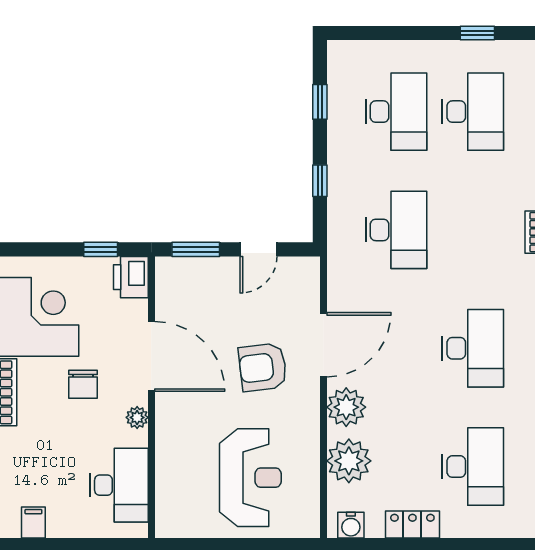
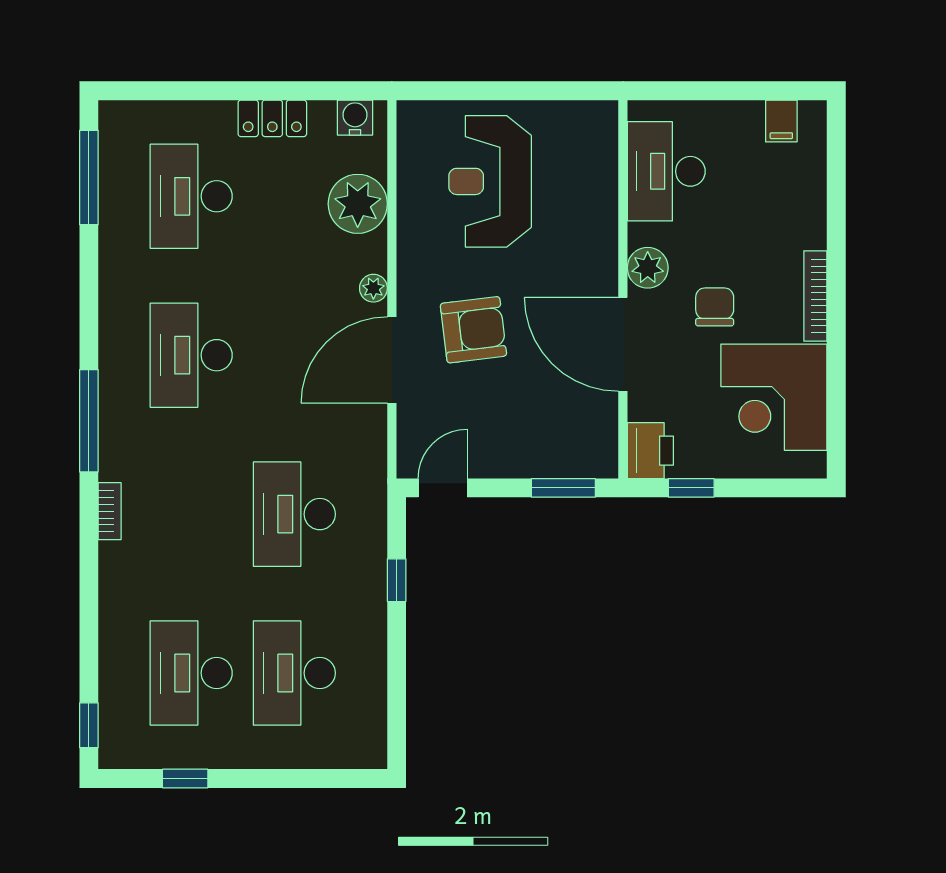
window: (320, 102) -> (397, 686), removed
door: (259, 249) -> (443, 488), moved
plant: (346, 407) -> (373, 288), width x0.53, depth x0.53
plant: (137, 417) -> (648, 268), width x1.38, depth x1.38

